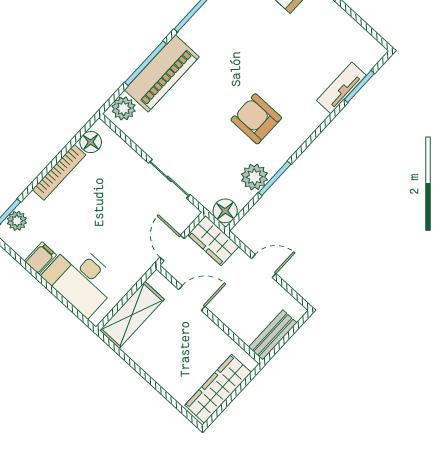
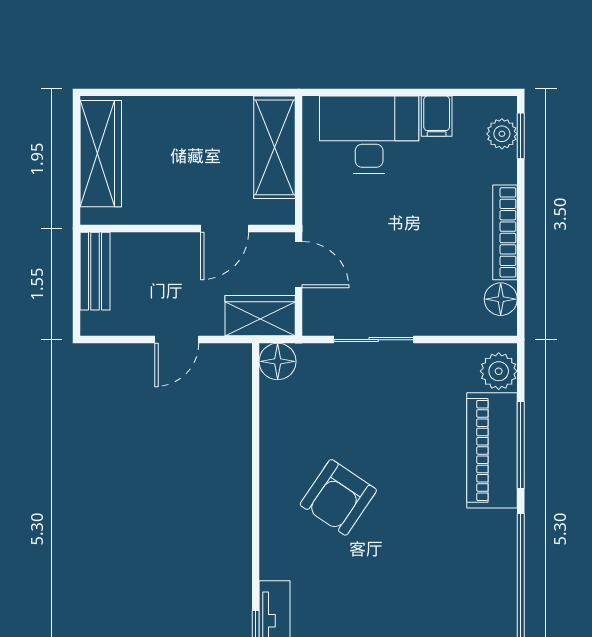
armchair: (256, 119) -> (338, 497), turned 124
plant: (254, 177) -> (280, 430), removed
window: (275, 178) -> (256, 450), removed

